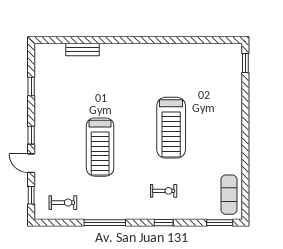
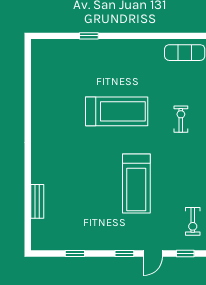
window: (245, 63) -> (89, 36), moved
treadmill: (100, 147) -> (136, 183), turned 90
exercise bike: (63, 203) -> (193, 221), turned 180

